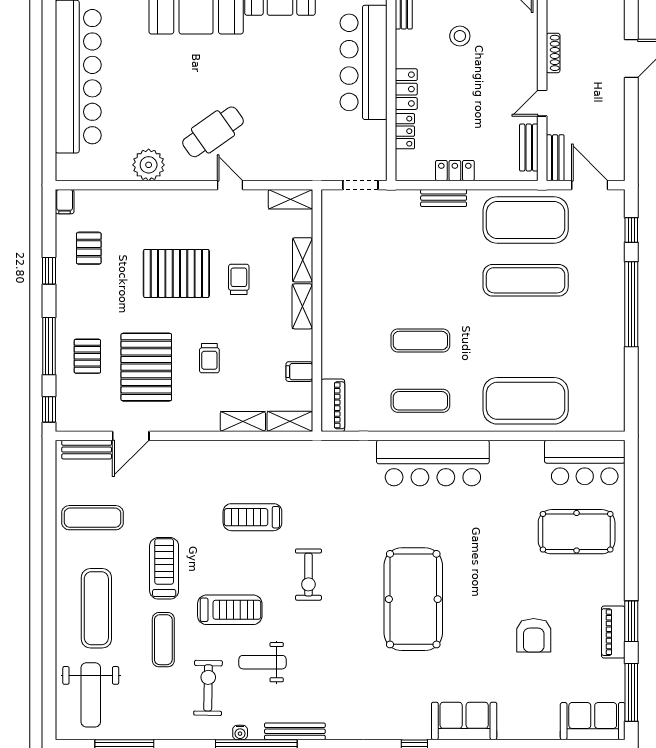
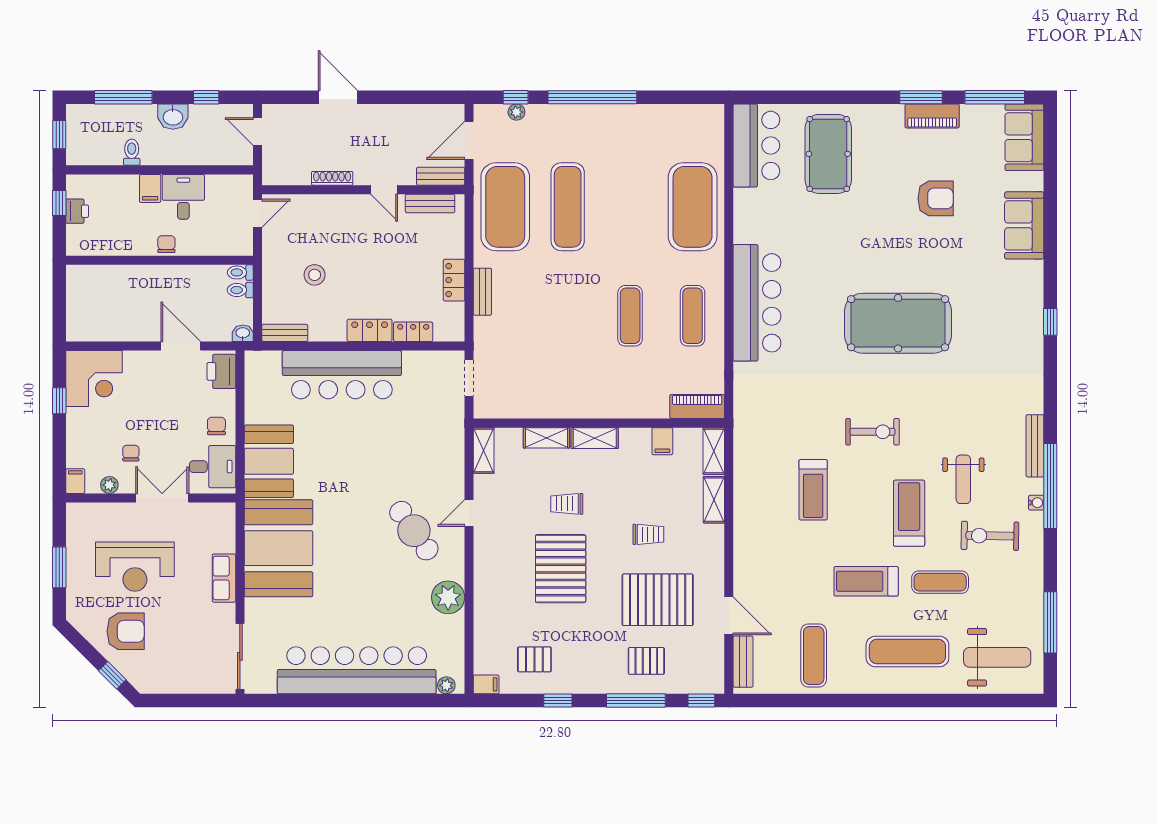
plant: (64, 163) -> (446, 685), added
plant: (617, 231) -> (516, 112), added
sofa: (464, 721) -> (1024, 225), moved

